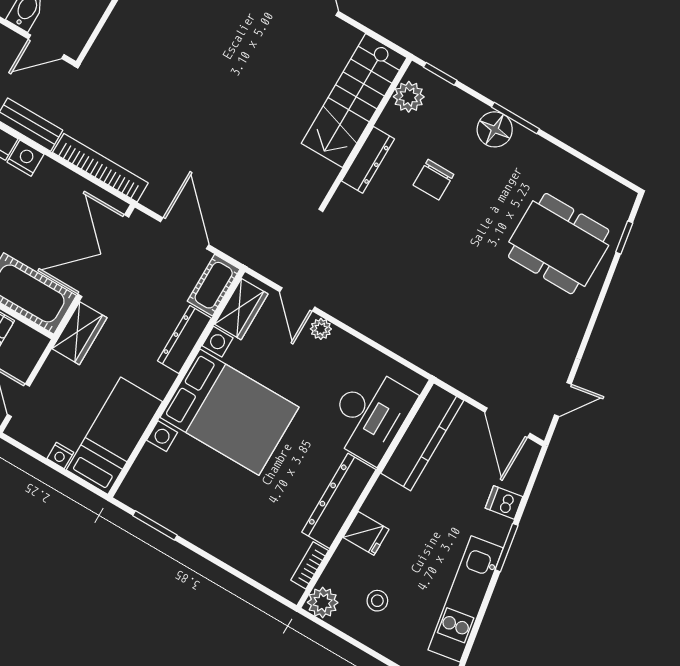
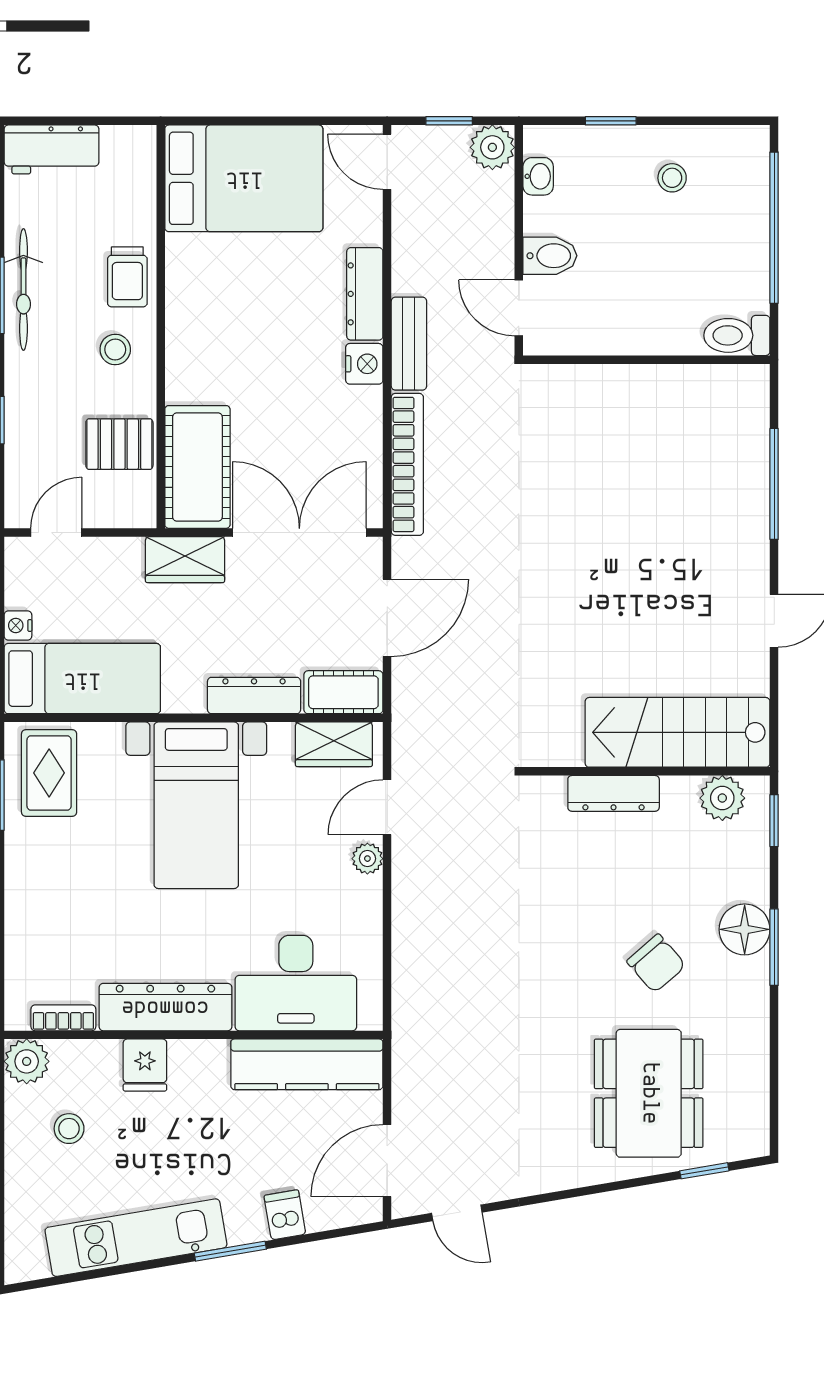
chair: (433, 180) -> (656, 963), moved, turned -131
bed with nightstands: (229, 412) -> (196, 805), width x0.73
rug: (159, 489) -> (49, 773), added

